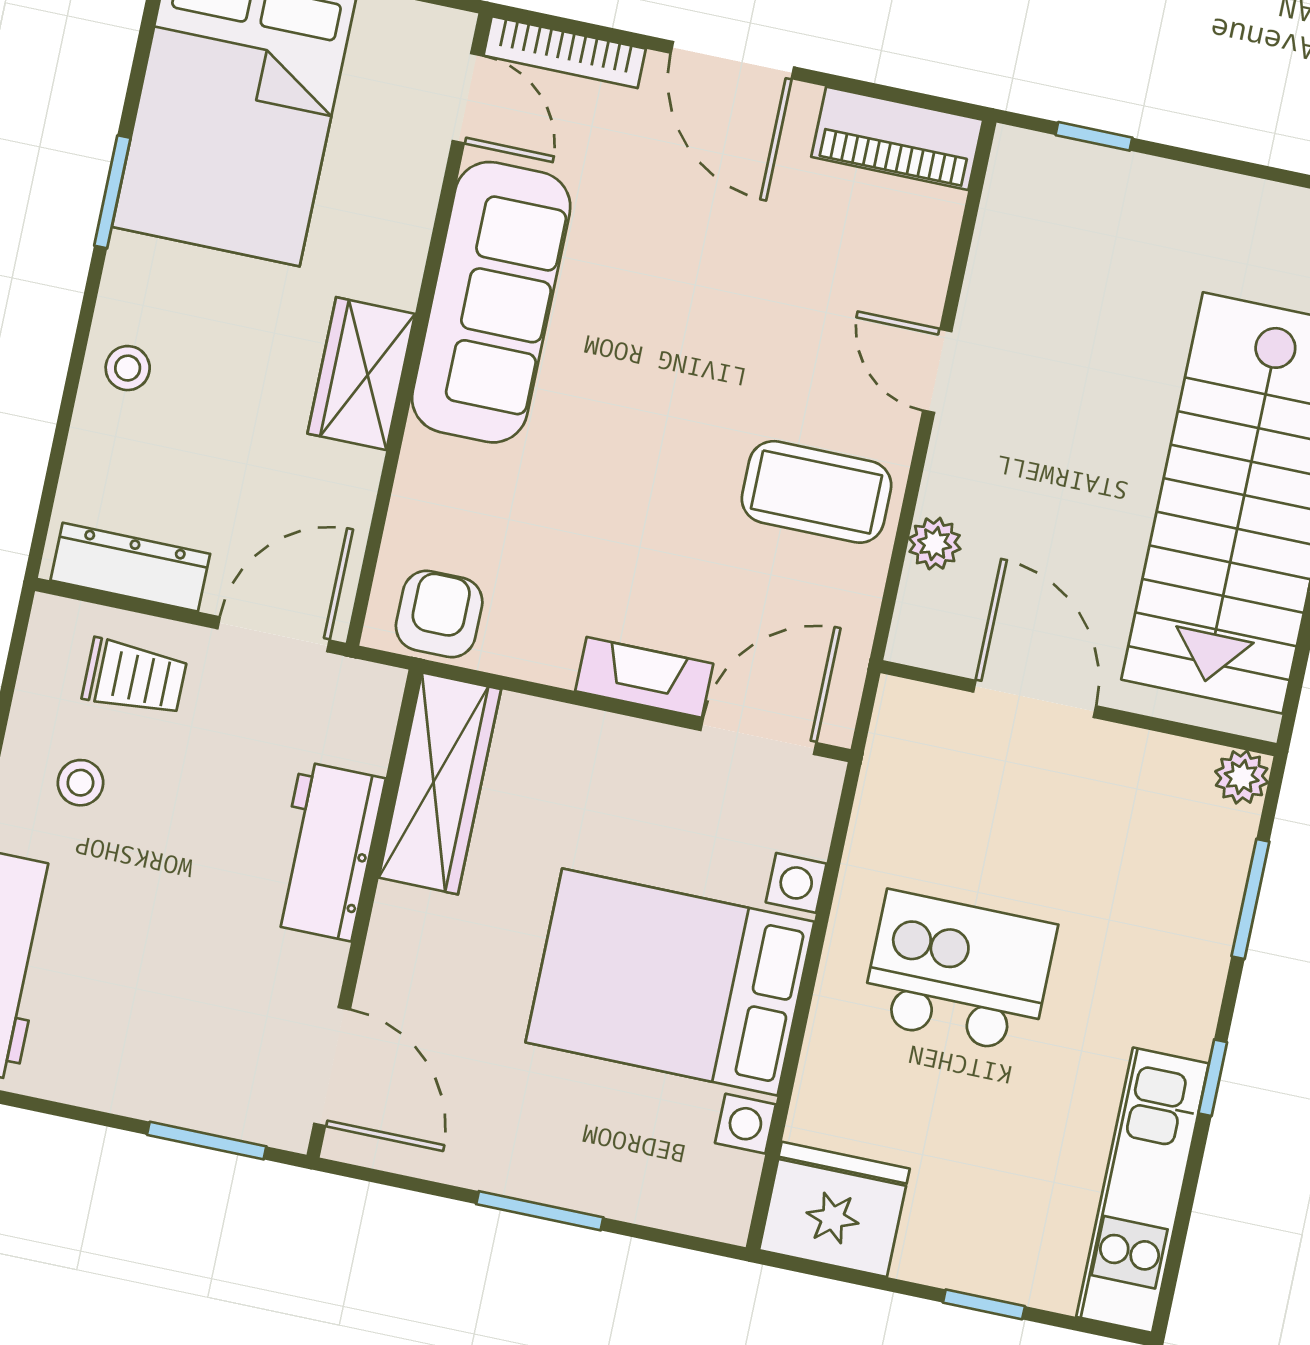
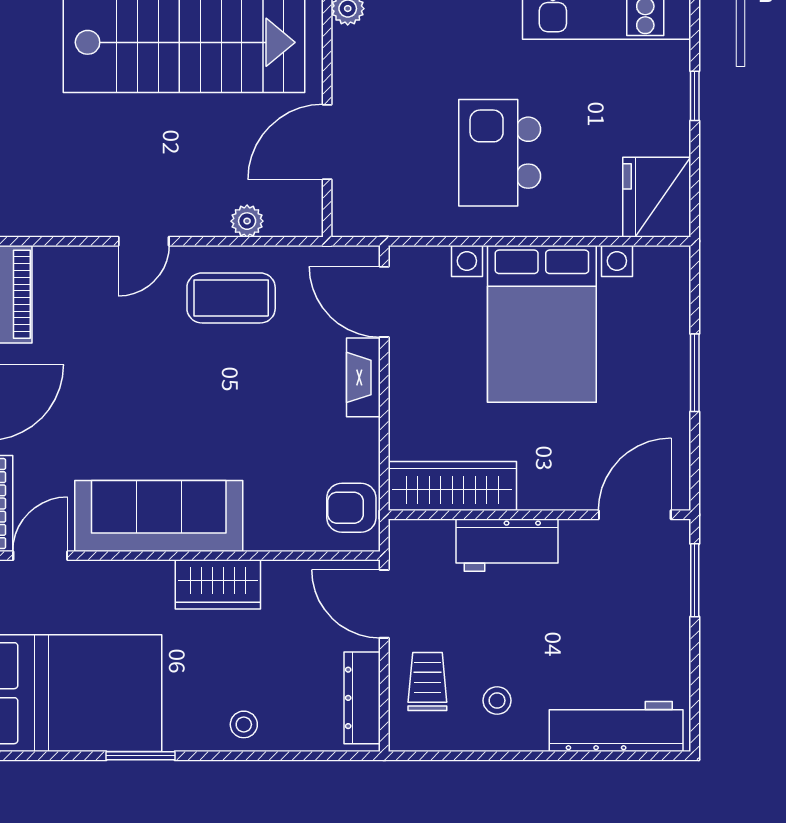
coffee table: (817, 492) -> (231, 298), turned 90

